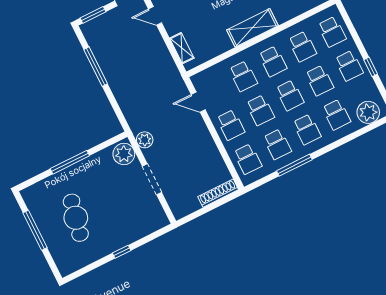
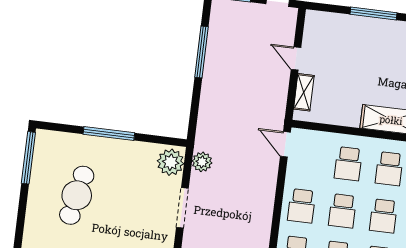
door: (155, 16) -> (296, 59), moved
door: (198, 102) -> (285, 144), moved
window: (35, 230) -> (28, 158), moved

